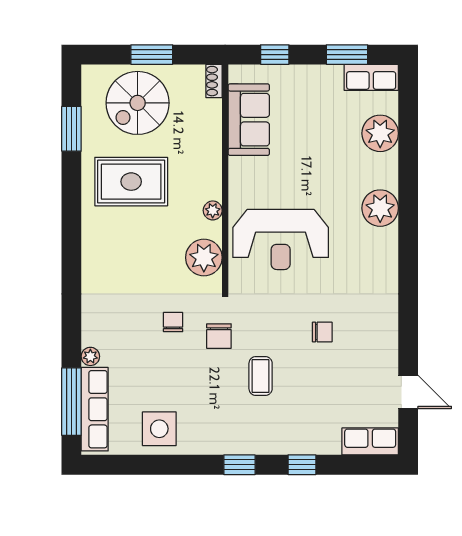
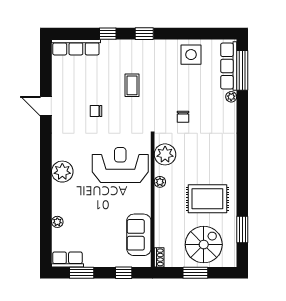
plant: (380, 133) -> (57, 222), width x0.53, depth x0.53
plant: (380, 208) -> (62, 172), moved
chair: (219, 336) -> (156, 109), removed
door: (408, 392) -> (46, 106), moved
row of seats: (370, 441) -> (76, 47), width x1.48

